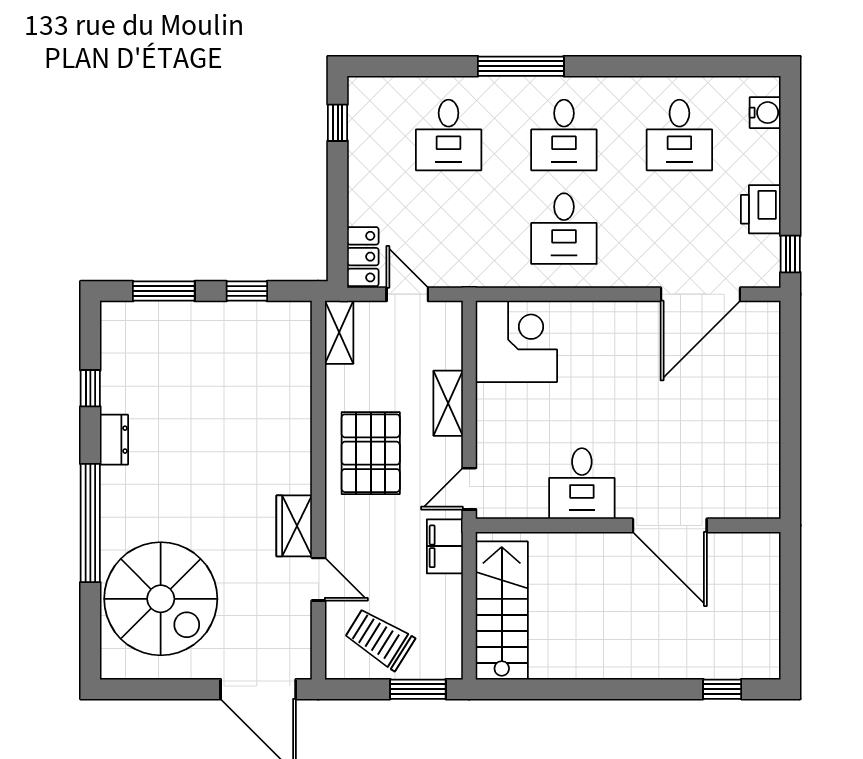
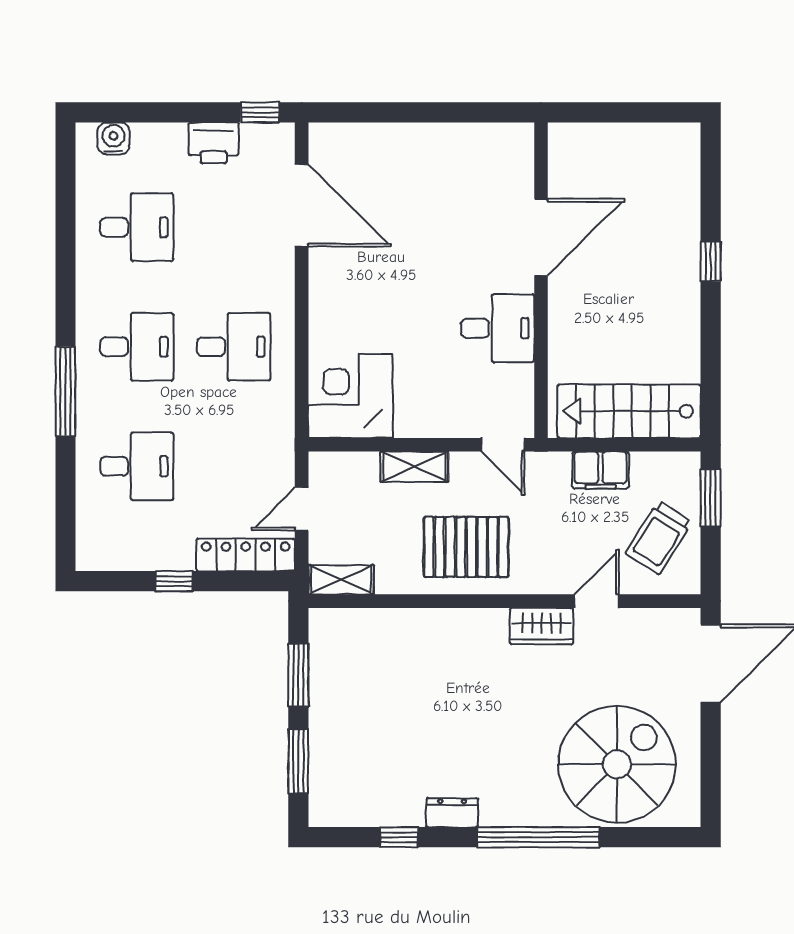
window: (338, 123) -> (174, 581), moved
locker: (363, 257) -> (246, 555), width x1.53
window: (247, 291) -> (298, 675), width x1.50
filing cabinet: (445, 546) -> (601, 470), moved
window: (722, 689) -> (711, 261), moved

